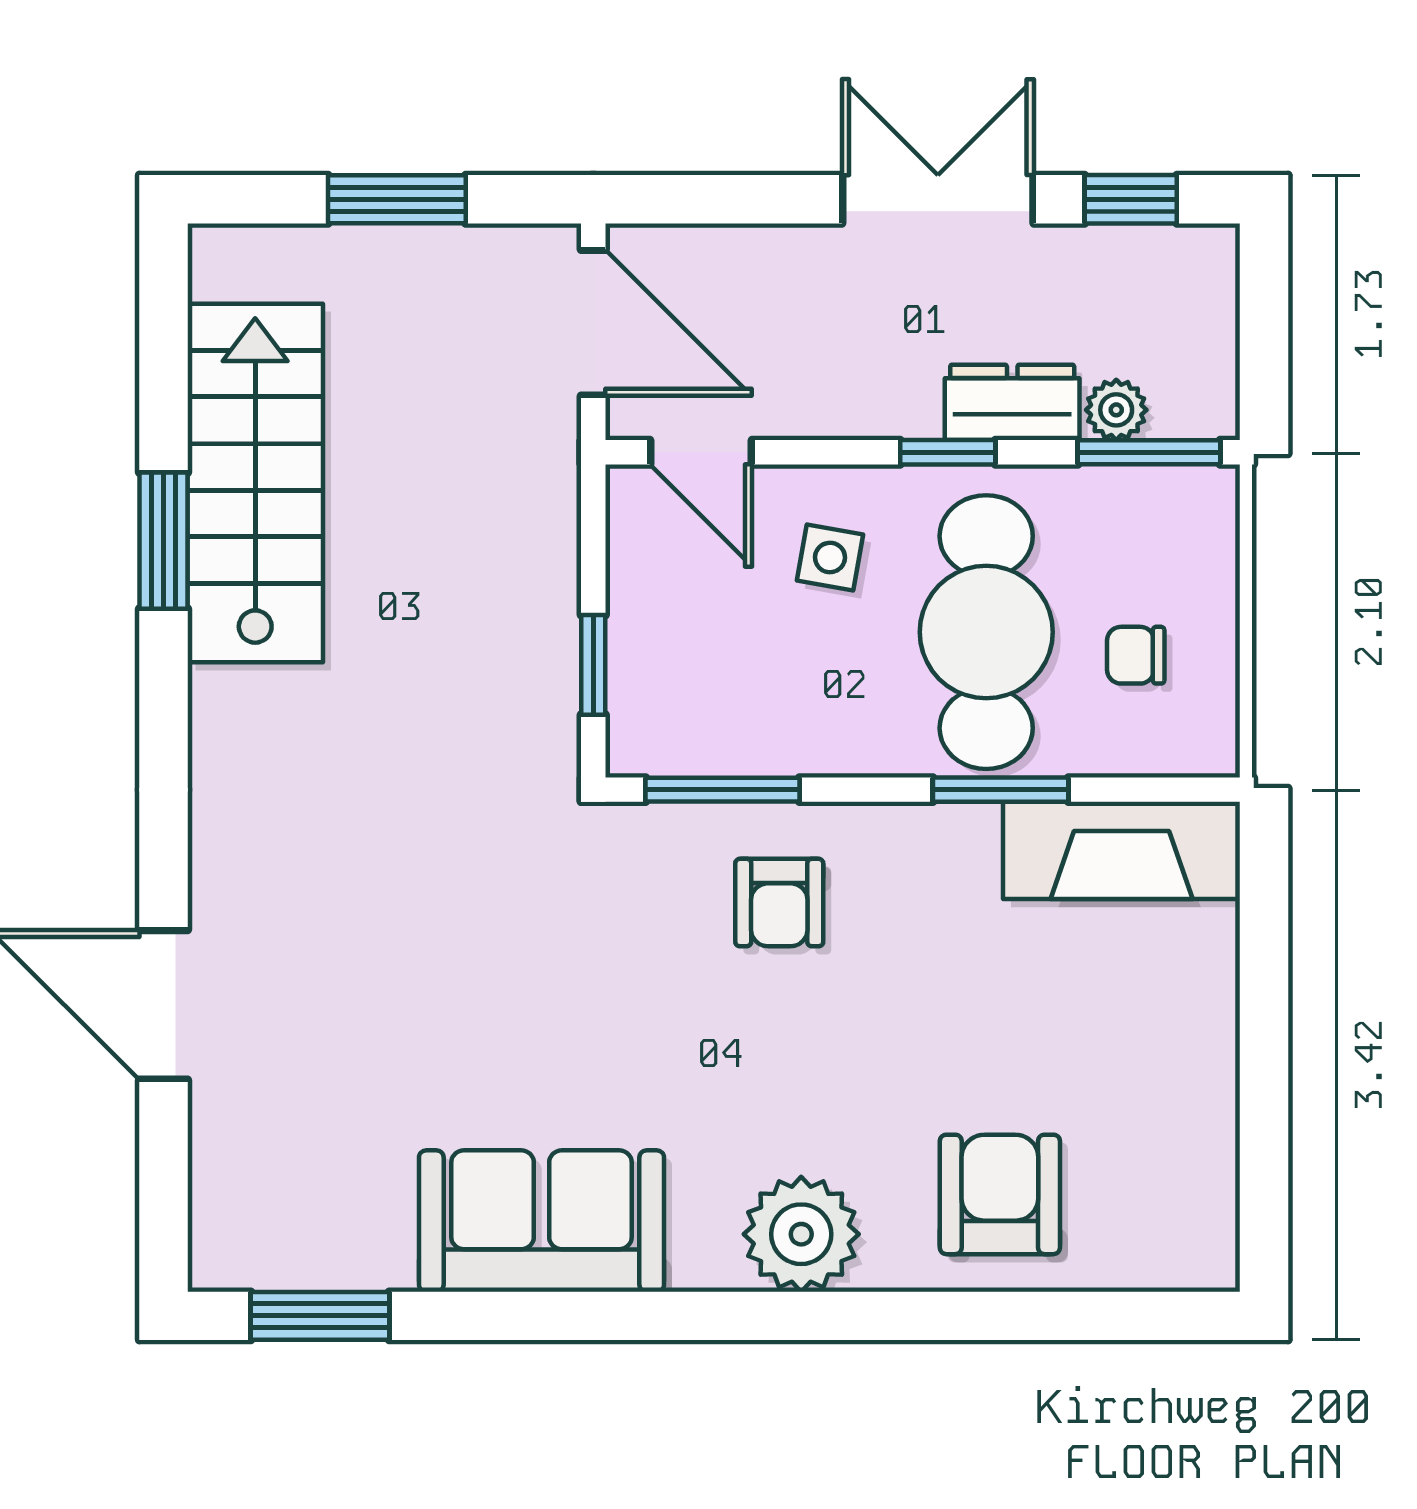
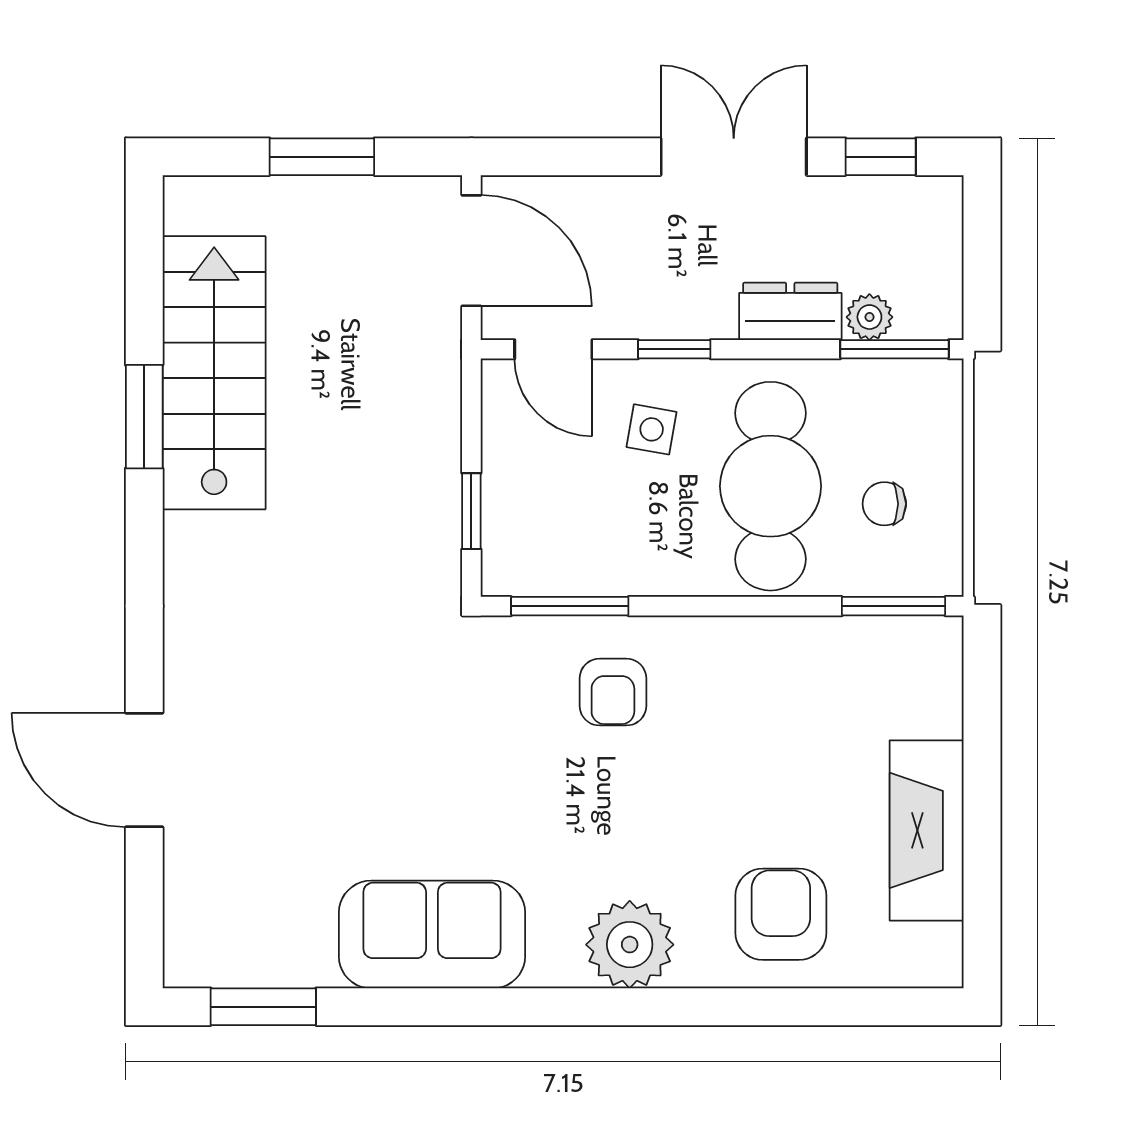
window: (948, 452) -> (674, 349), moved
window: (1001, 790) -> (894, 606), moved
fireplace: (1122, 850) -> (927, 830), moved, turned 90

